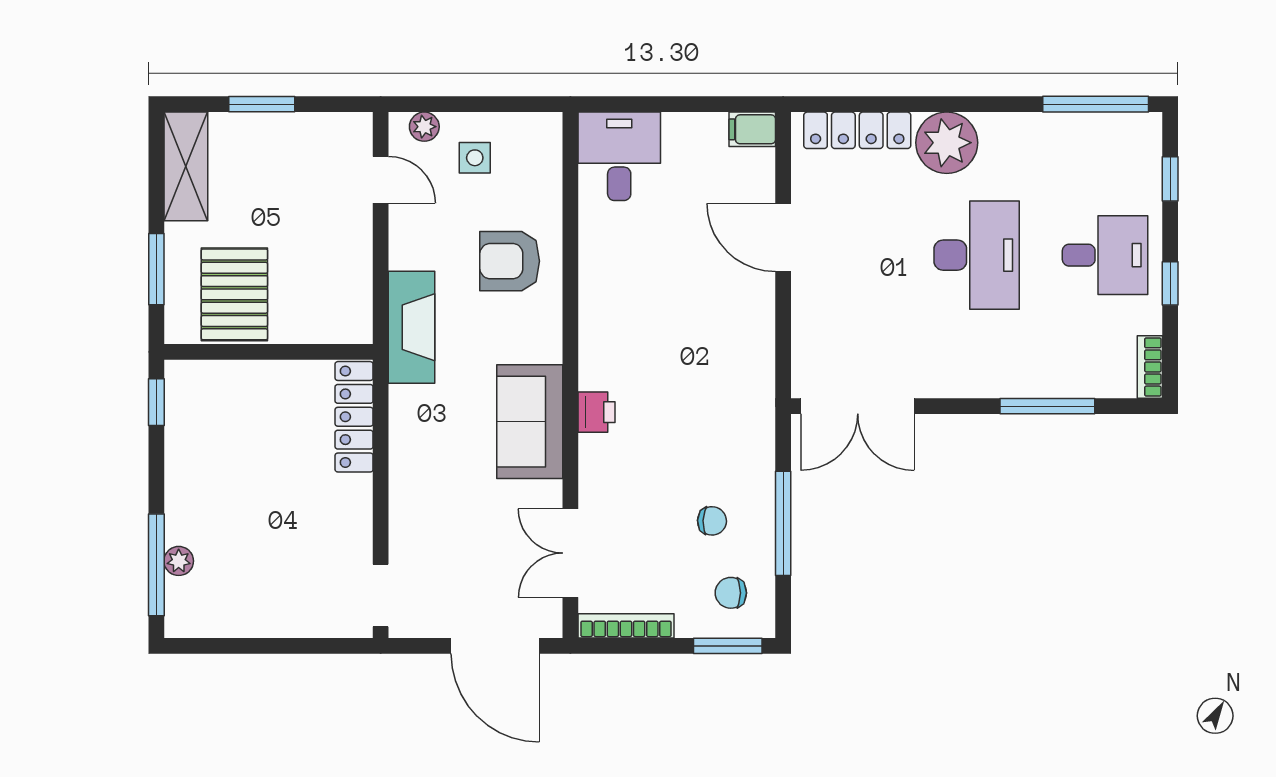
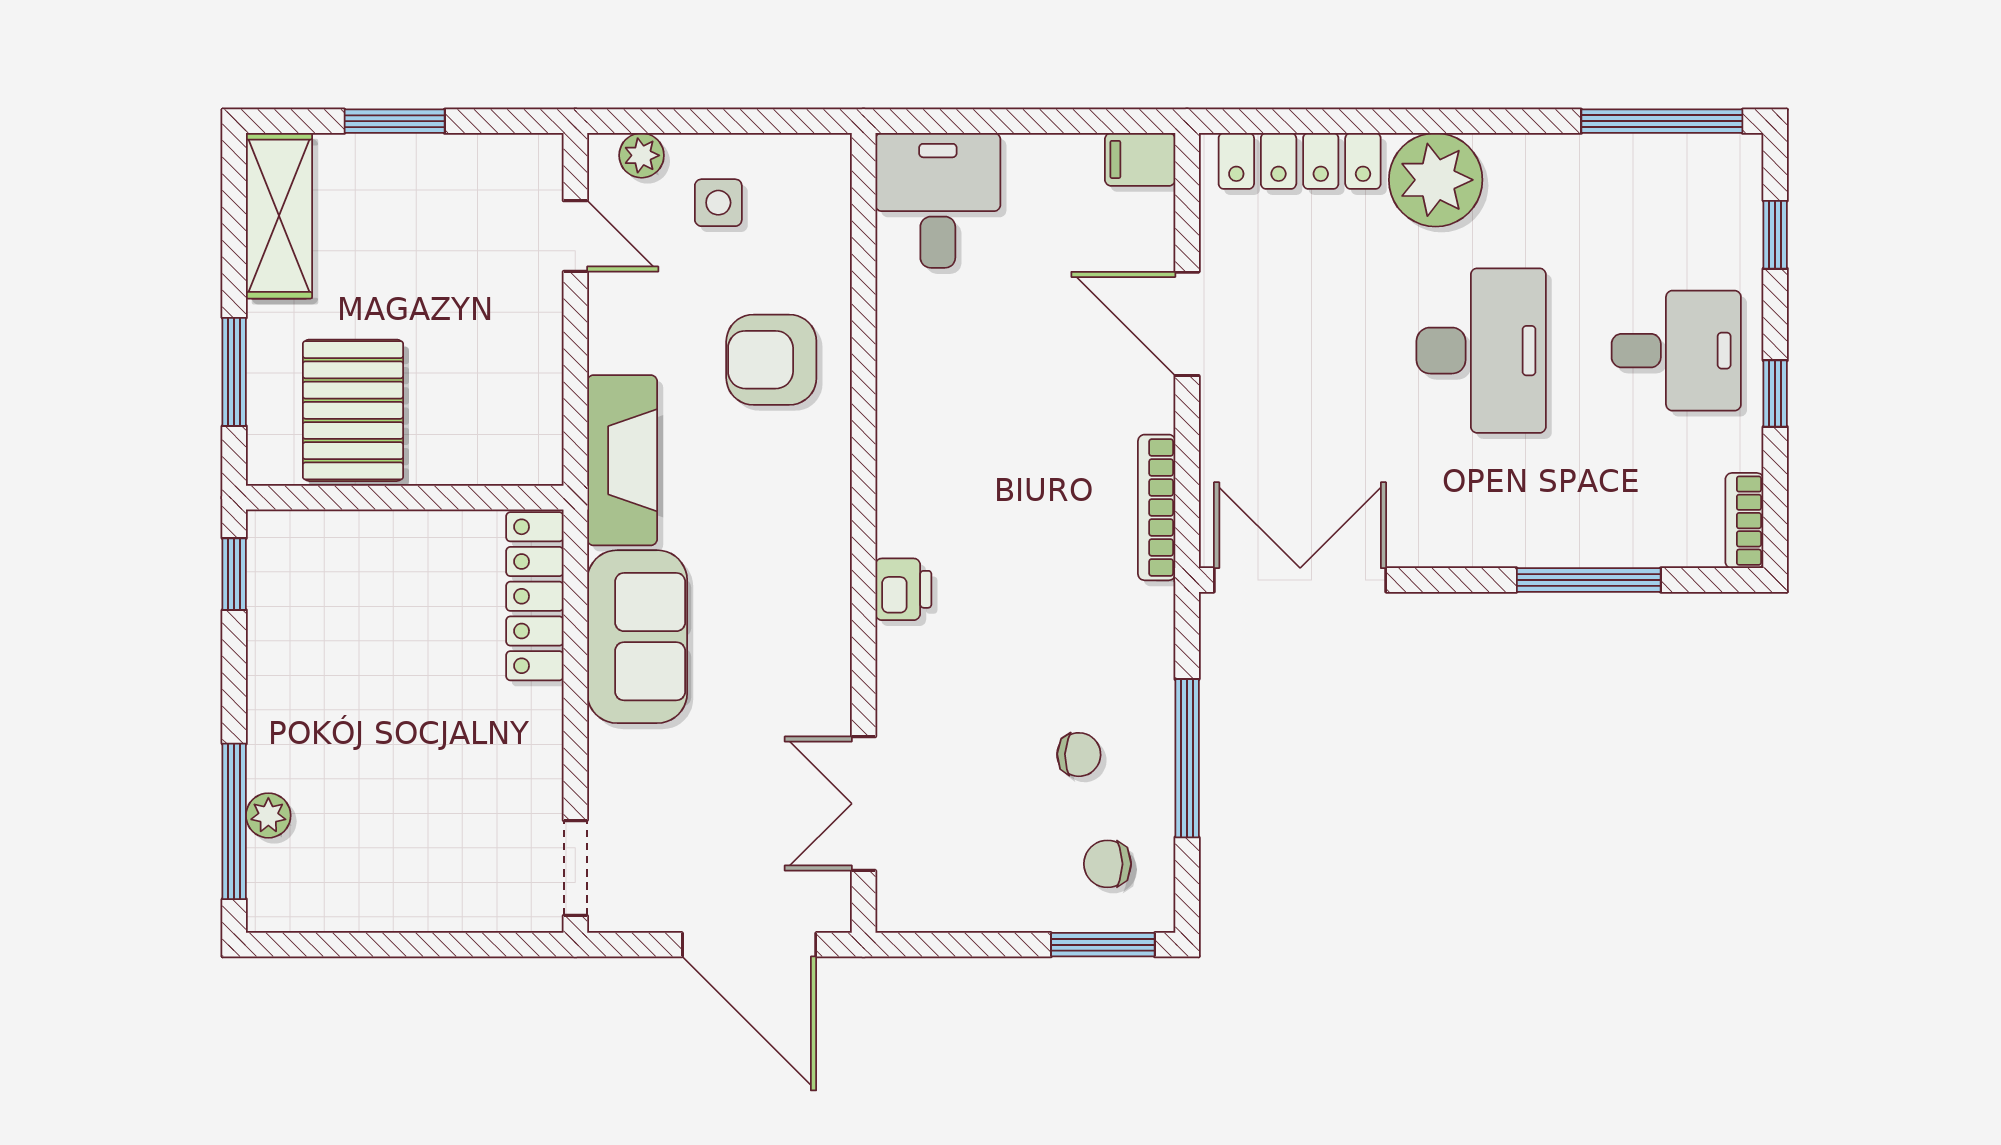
double door: (858, 406) -> (1300, 580), swing flipped
sofa: (530, 422) -> (637, 637), moved, turned 180
bookcase: (626, 626) -> (1157, 507), moved, turned -90

